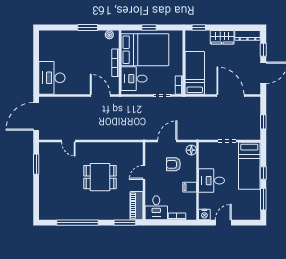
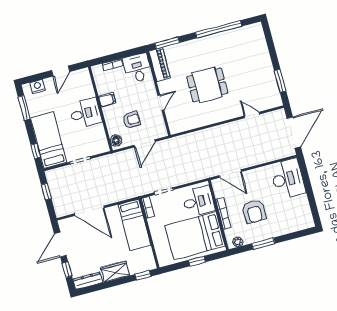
armchair: (88, 57) -> (254, 211), added
window: (263, 173) -> (36, 151), moved
nightstand: (204, 214) -> (38, 86), moved

